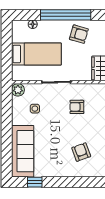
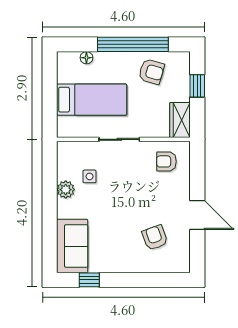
plant: (18, 90) -> (66, 190), moved
armchair: (77, 107) -> (166, 161), moved
sofa: (23, 151) -> (72, 246), width x0.73

